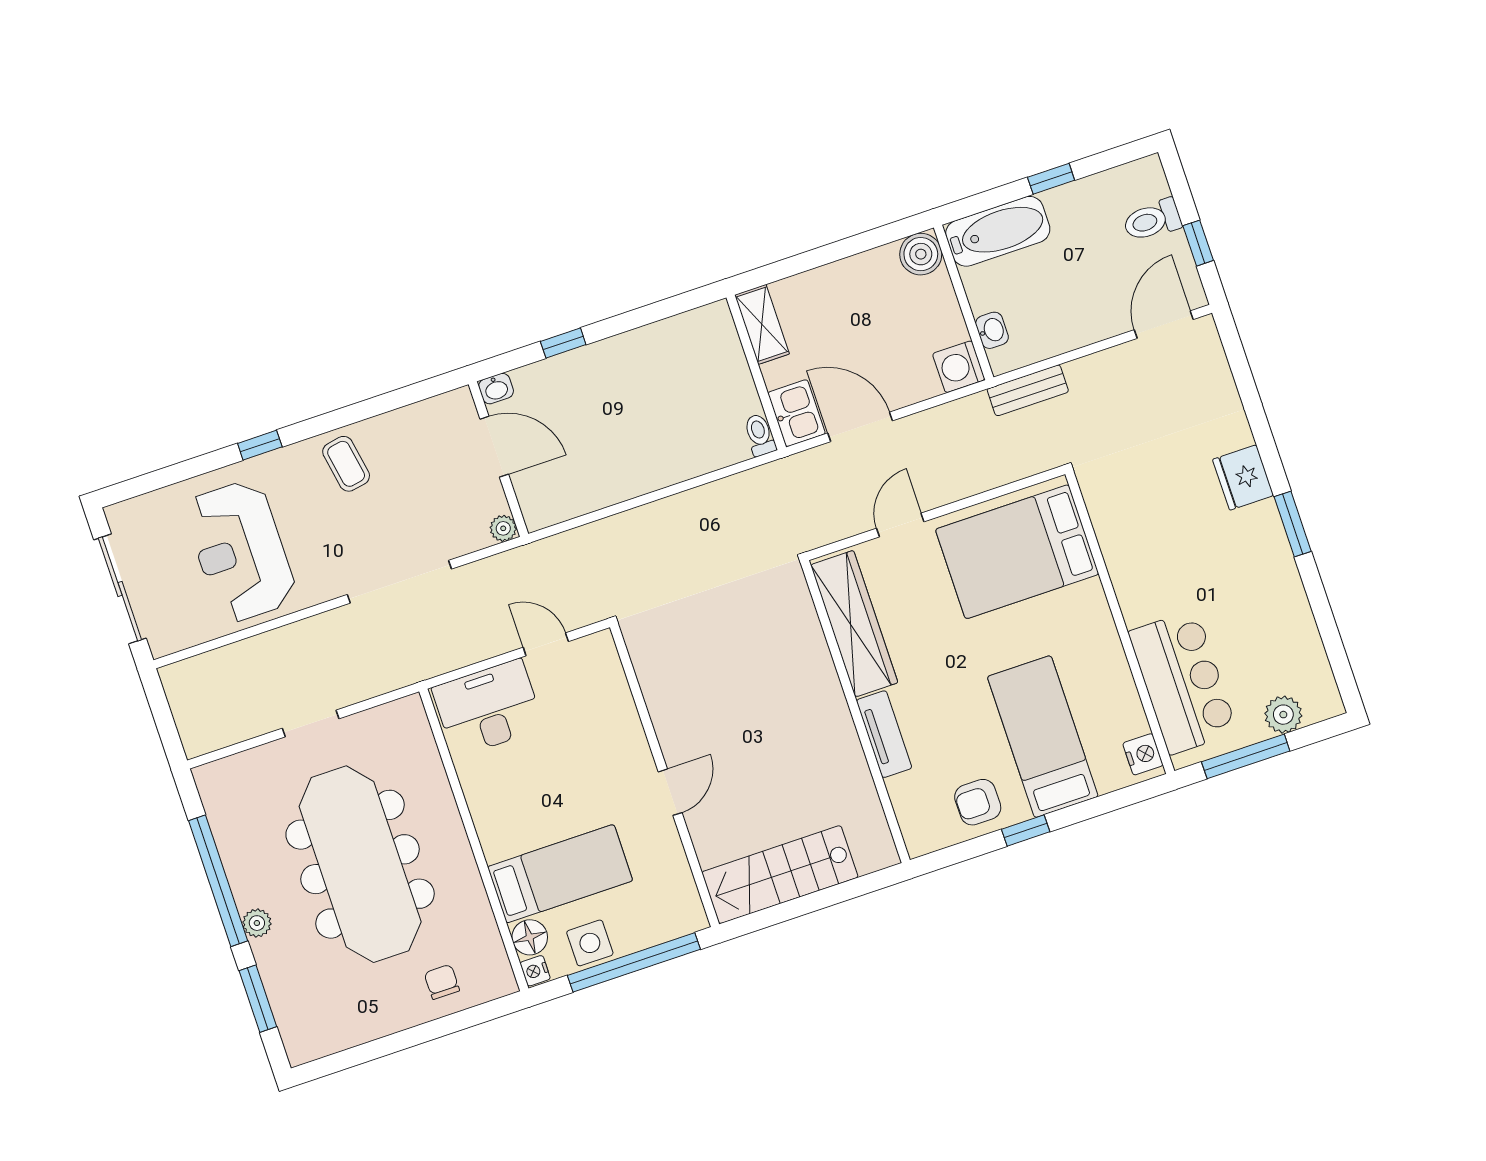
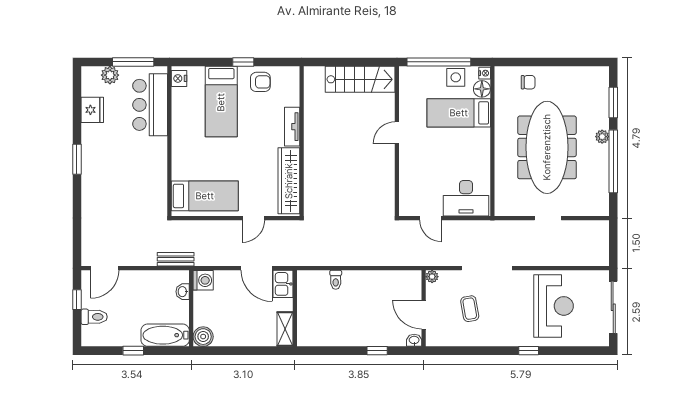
toilet: (760, 435) -> (336, 280), moved
coffee table: (346, 464) -> (470, 309), moved
fridge: (1243, 477) -> (92, 110), moved
bed: (1017, 552) -> (205, 196), width x0.67
chair: (442, 982) -> (528, 82), turned -90

